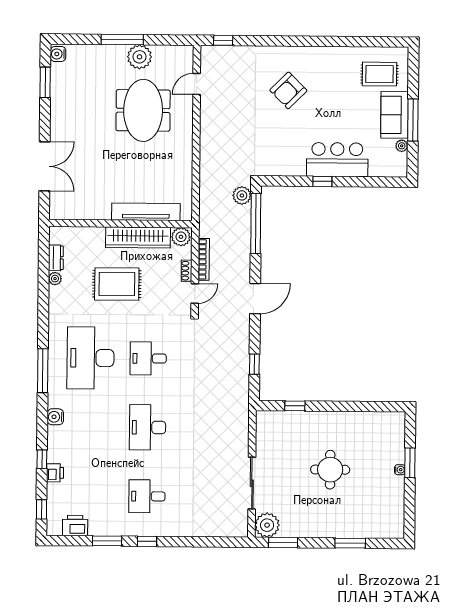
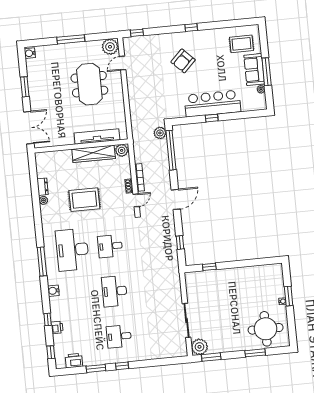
window: (306, 41) -> (191, 28), added
plant: (139, 57) -> (110, 47), moved
window: (45, 82) -> (25, 87), moved
bar counter: (337, 160) -> (213, 104), width x1.36
tv unit: (146, 212) -> (97, 136), moved
wall: (121, 224) -> (81, 146), moved
wardrobe: (138, 237) -> (94, 154), moved
plant: (181, 237) -> (122, 150), moved
round table: (330, 470) -> (266, 329), moved, width x1.36, depth x1.36

